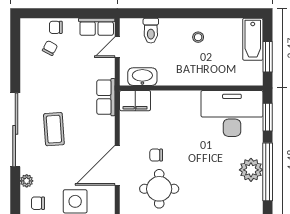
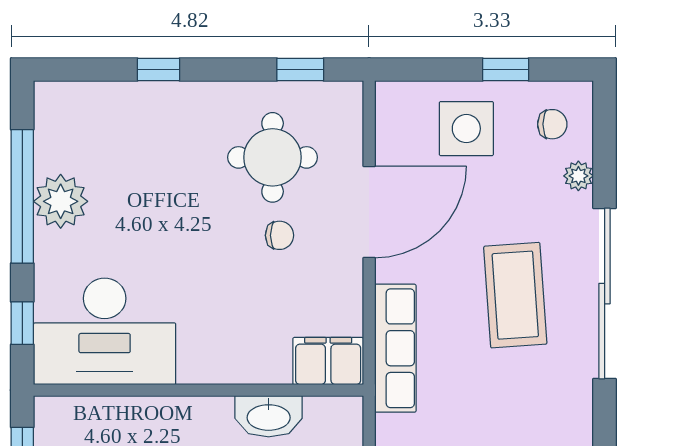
washbasin: (142, 77) -> (269, 416), moved
row of seats: (106, 97) -> (395, 348), width x1.48
window: (268, 117) -> (22, 323), width x0.67
coffee table: (54, 129) -> (515, 295), width x1.36, depth x1.32

